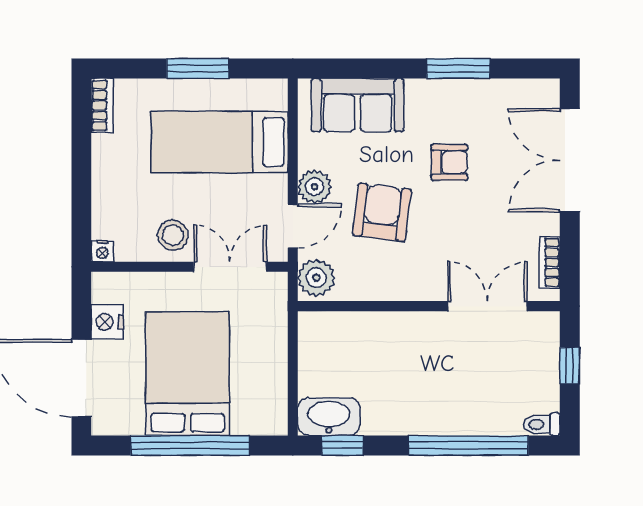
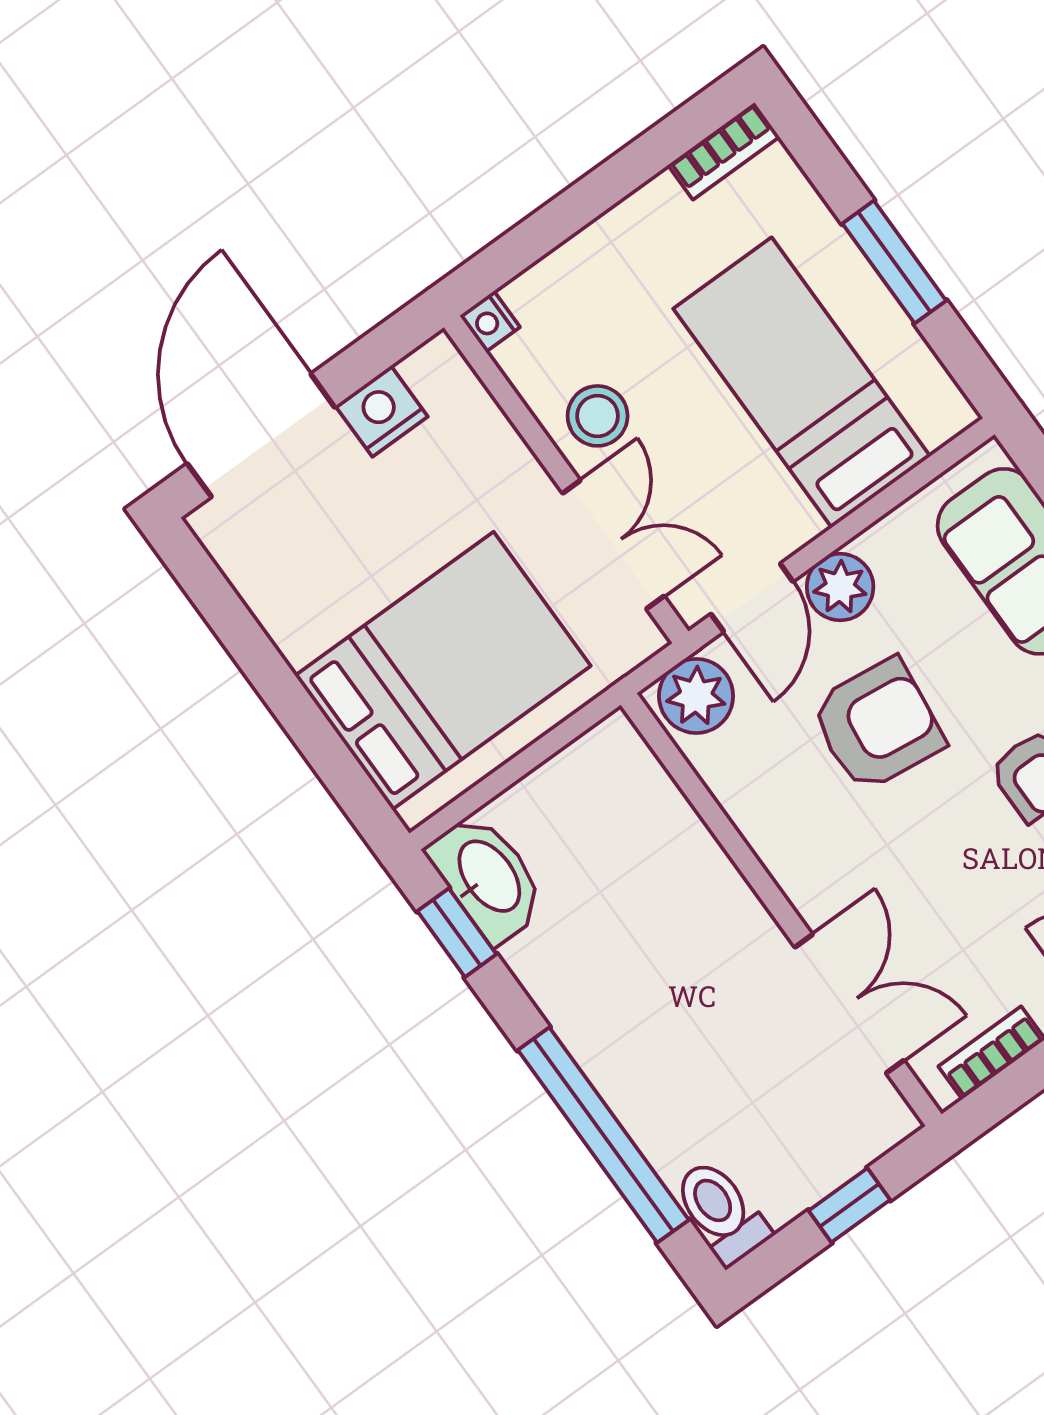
door: (293, 226) -> (752, 598), hinge flipped
bed: (187, 374) -> (443, 671), moved
toilet: (542, 424) -> (721, 1212), width x1.37, depth x1.39
window: (190, 445) -> (280, 688), removed

